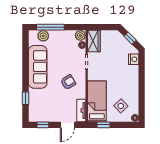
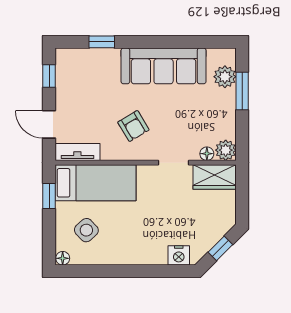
window: (50, 27) -> (242, 91), width x0.69

